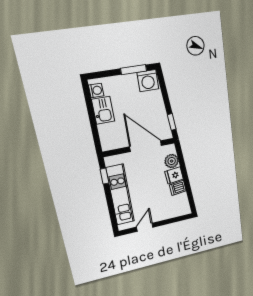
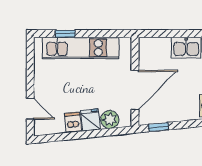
window: (104, 176) -> (65, 34), moved
door: (145, 227) -> (30, 109), moved

